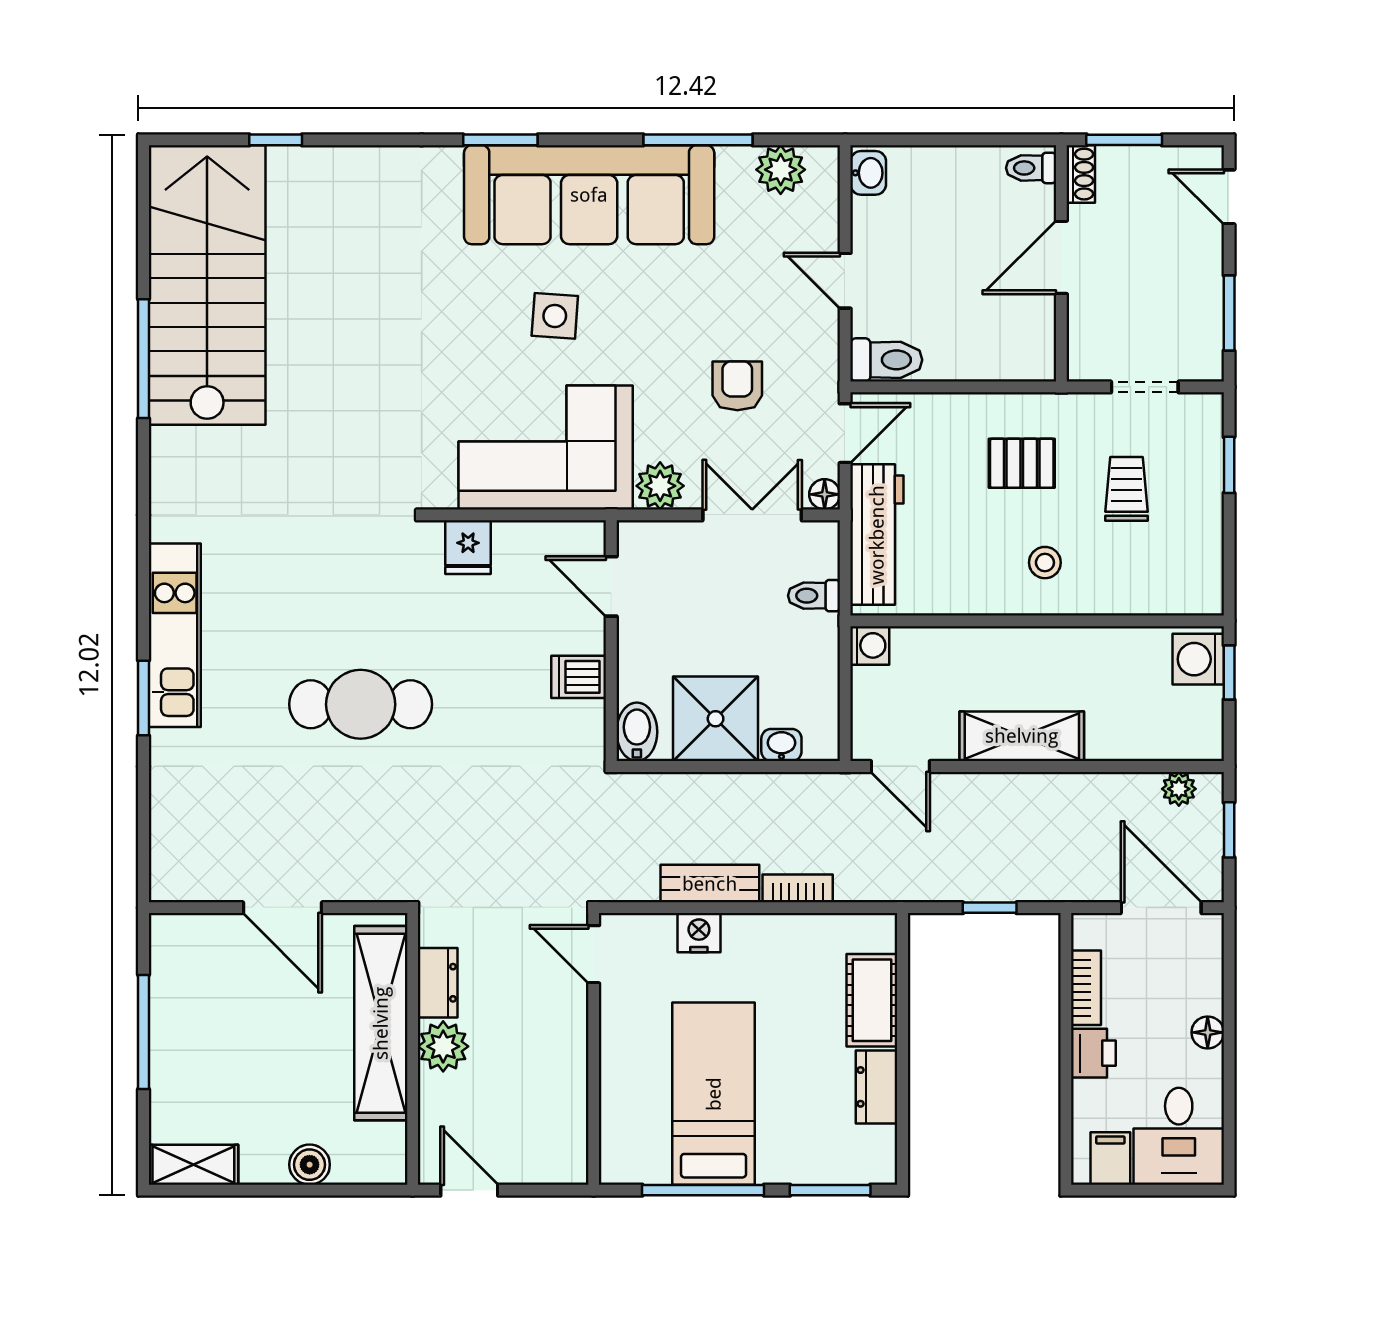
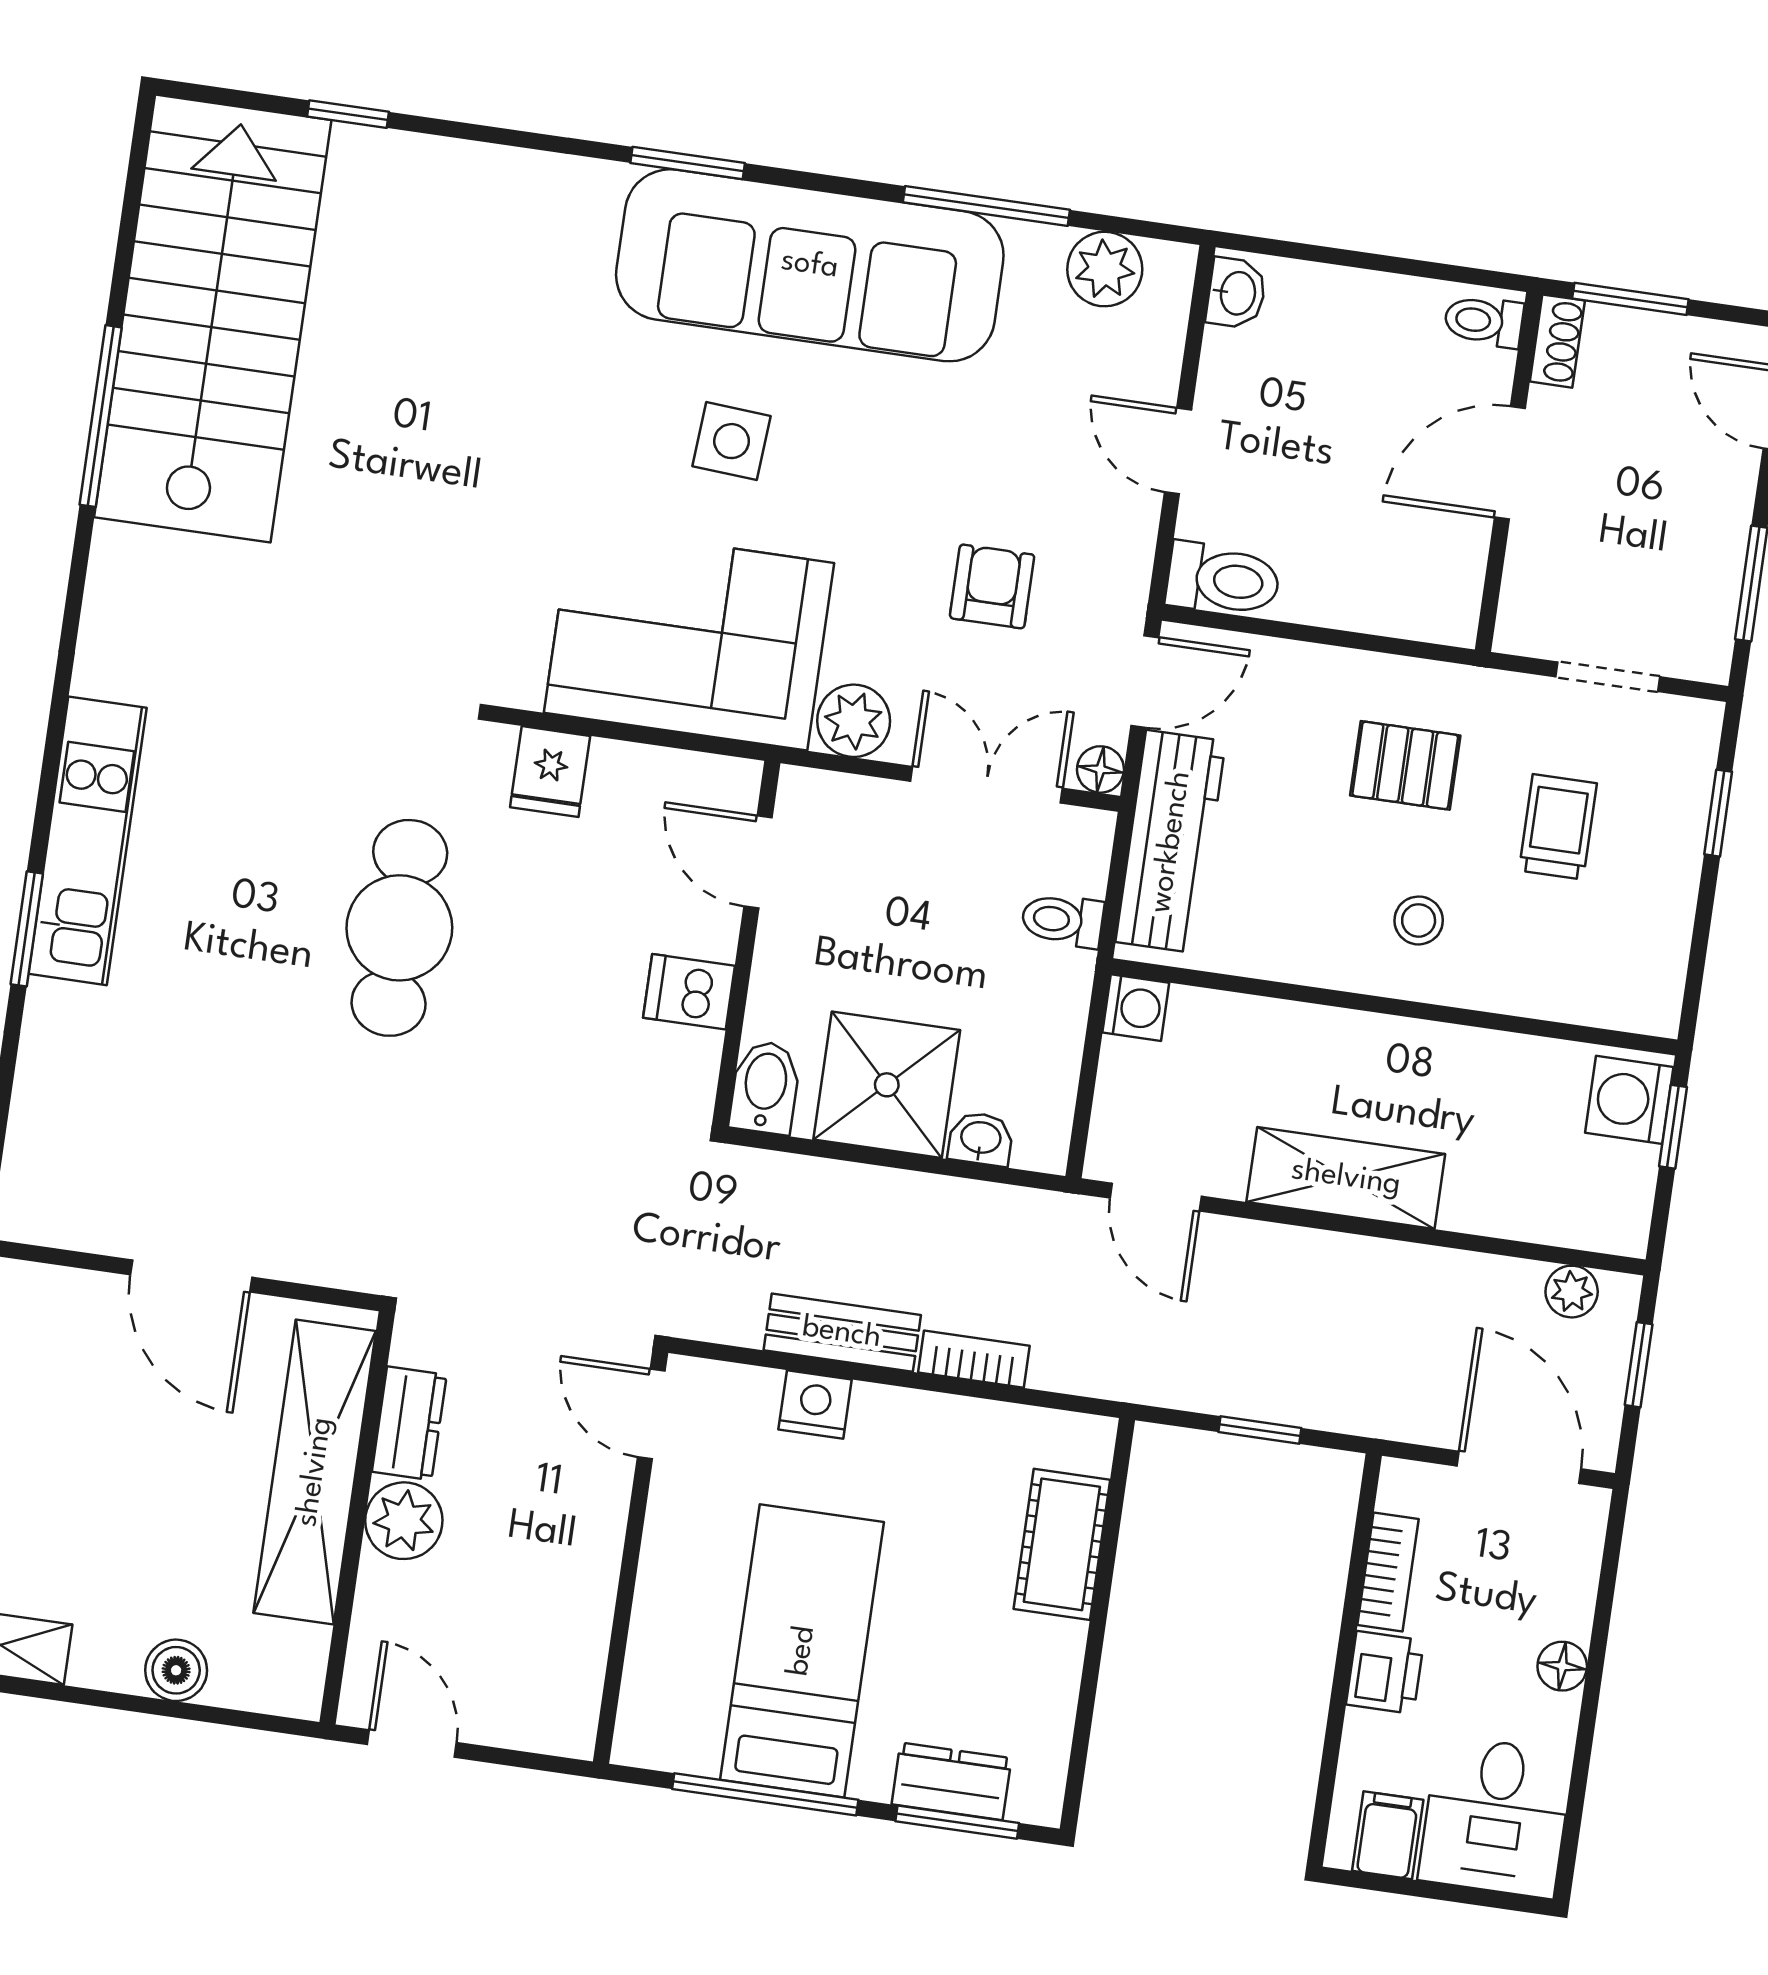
cafe table: (361, 704) -> (399, 928), moved, turned 90
dresser: (877, 1087) -> (951, 1781), moved, turned 90

